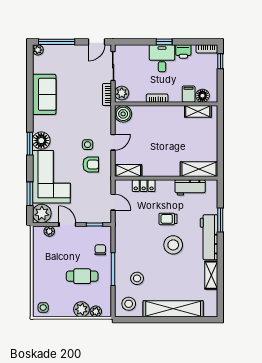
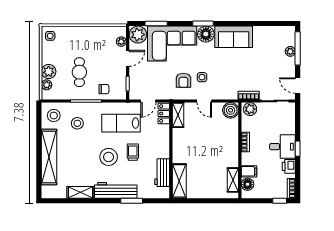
plant: (38, 50) -> (290, 51), moved
sofa: (44, 94) -> (234, 37), moved
locker: (144, 186) -> (164, 114), moved
lab bench: (137, 232) -> (121, 123), added

